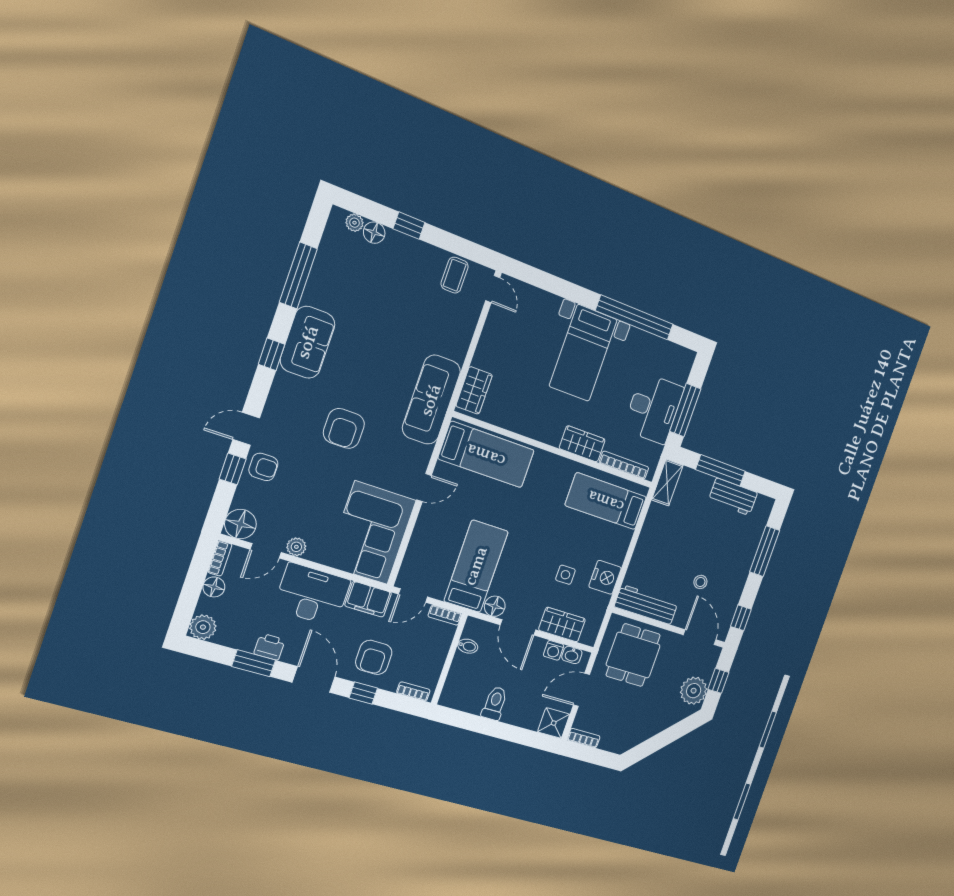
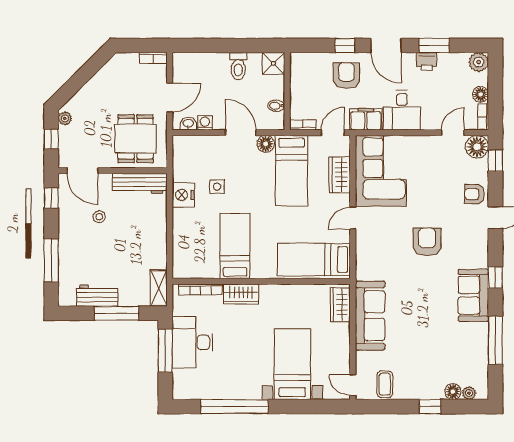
bed with nightstands: (583, 353) -> (292, 364), moved
sofa: (431, 400) -> (370, 316), moved
window: (233, 469) -> (495, 161), moved
bed: (606, 501) -> (235, 246), moved, turned -90
plant: (296, 547) -> (432, 143), removed
desk: (312, 595) -> (402, 110), width x0.73
wardrobe: (562, 625) -> (340, 175), moved, turned 90
bookcase: (413, 691) -> (307, 58), removed
plant: (694, 691) -> (65, 118), width x0.53, depth x0.53
shower: (554, 723) -> (273, 63), moved

